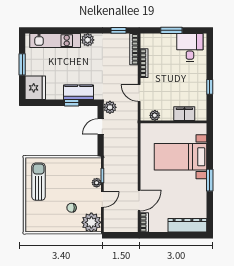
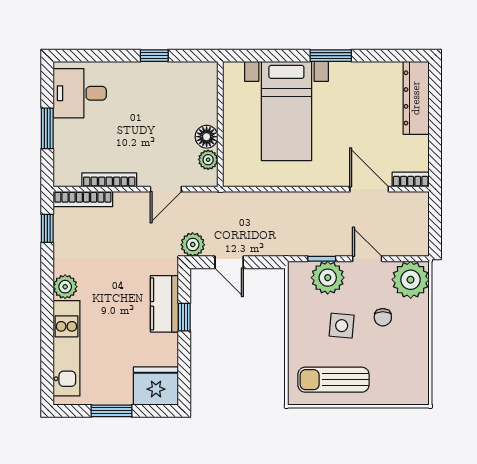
filing cabinet: (184, 114) -> (205, 104), removed
floor lamp: (167, 115) -> (207, 137), added
plant: (97, 183) -> (328, 278), width x1.88, depth x1.88
side table: (67, 186) -> (342, 326), added

